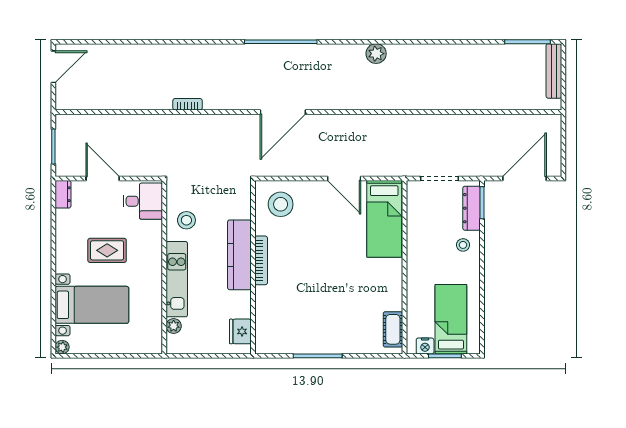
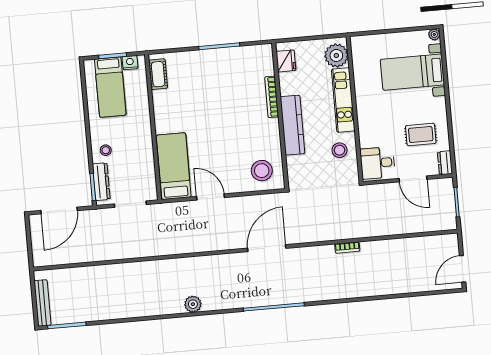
rug: (107, 250) -> (421, 135), moved
bookcase: (261, 260) -> (272, 97), moved
plant: (174, 326) -> (336, 55), width x1.88, depth x1.88

